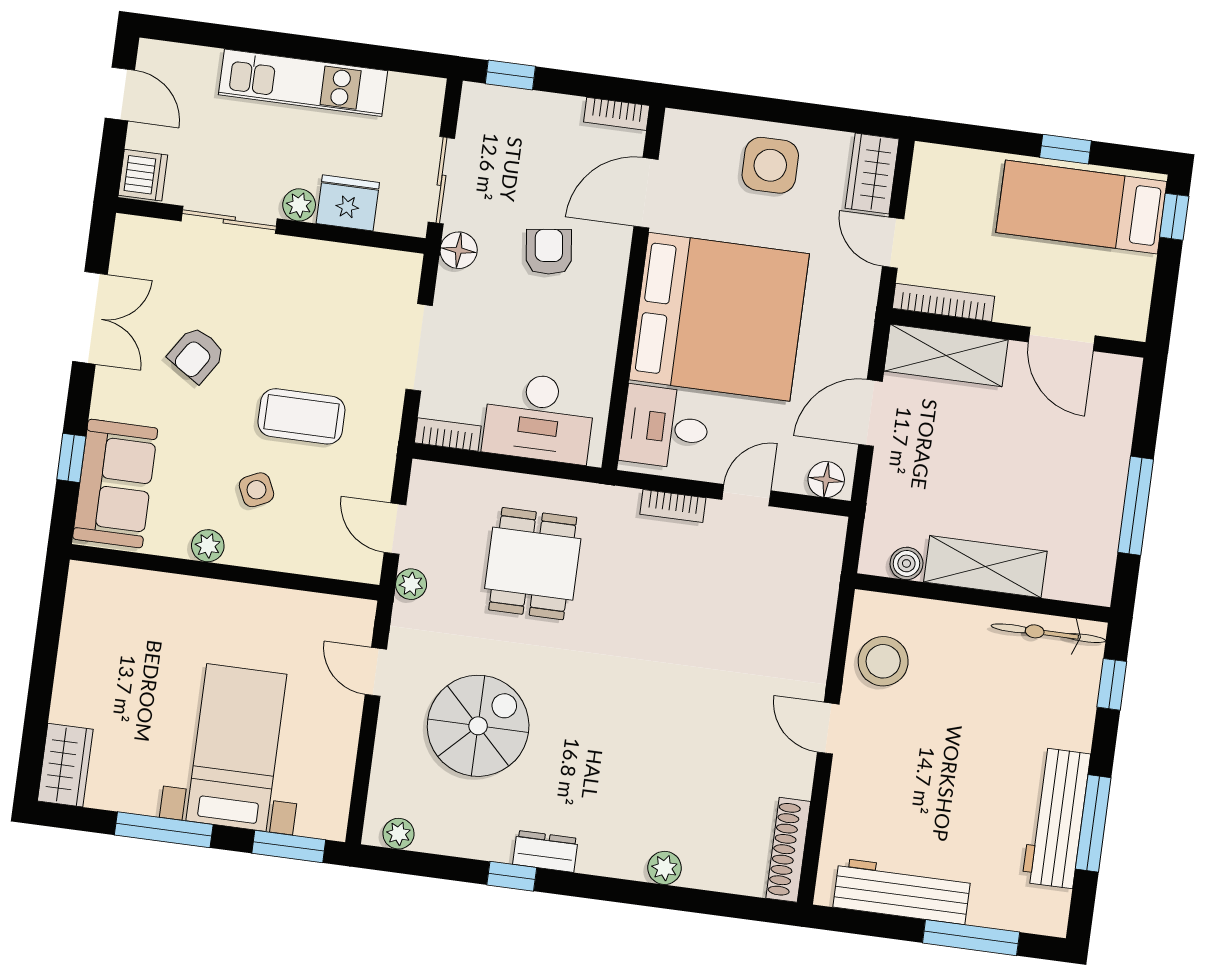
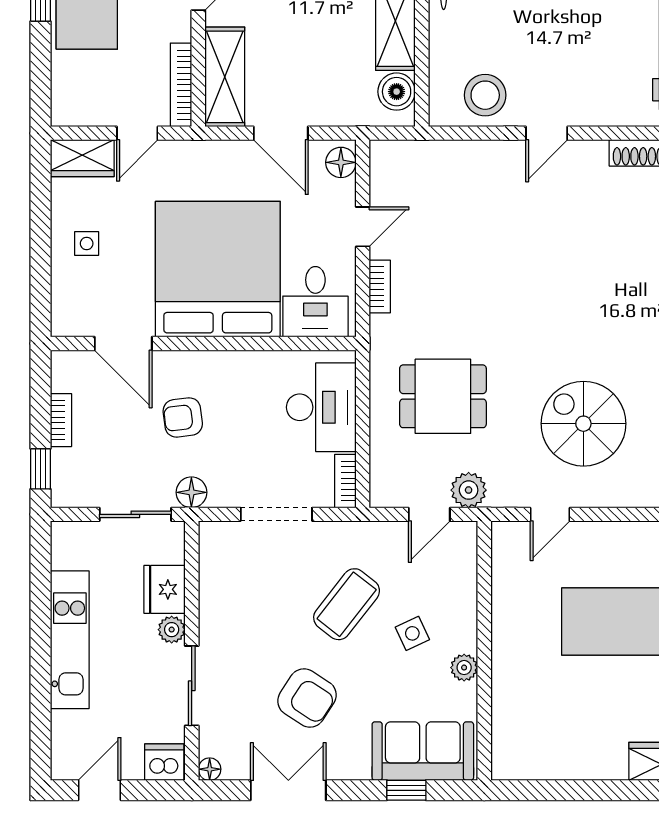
bookcase: (617, 114) -> (61, 420), moved
side table: (770, 165) -> (87, 244), width x0.54, depth x0.54
floor lamp: (127, 228) -> (210, 769), added
armchair: (197, 355) -> (307, 698), width x1.38, depth x1.38
coffee table: (301, 416) -> (347, 604), turned 38
door: (746, 495) -> (363, 227), swing flipped
boiler: (906, 563) -> (397, 92), width x1.36, depth x1.36
plant: (411, 584) -> (469, 490), width x1.38, depth x1.38

